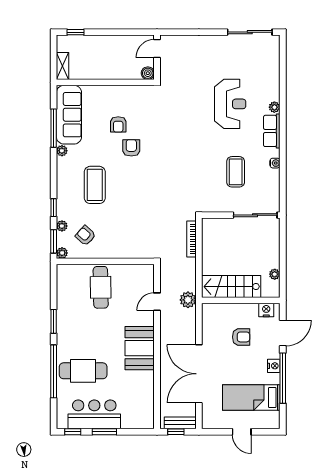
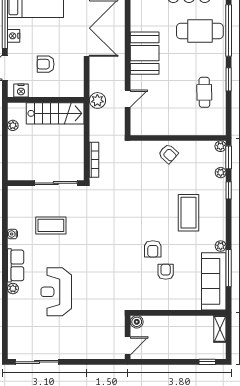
coffee table: (236, 172) -> (51, 225), turned 90
sliding door: (255, 215) -> (56, 183), moved
armchair: (85, 236) -> (168, 154), moved
cafe table: (101, 287) -> (204, 92), moved, width x0.73, depth x0.74

